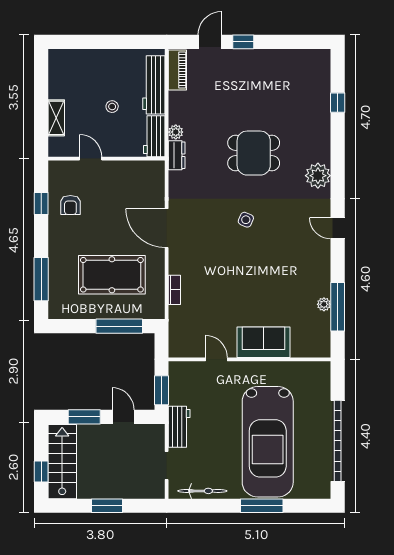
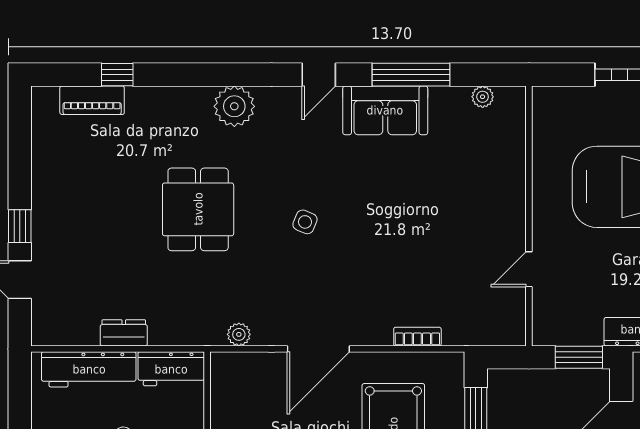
piano: (177, 70) -> (92, 100), moved, turned 180
plant: (176, 132) -> (239, 334), moved
dresser: (177, 155) -> (124, 333), moved
plant: (324, 304) -> (483, 97), moved
window: (338, 307) -> (411, 75), moved
sofa: (263, 342) -> (385, 110), moved, turned -90

